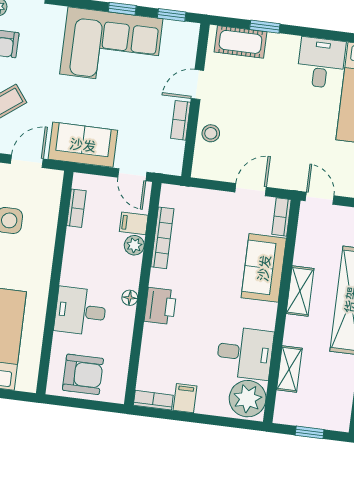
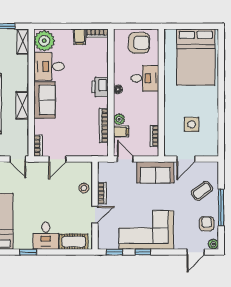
window: (265, 27) -> (28, 252), moved
desk: (321, 63) -> (46, 236), moved
sofa: (264, 268) -> (44, 100), moved
shelving: (289, 369) -> (23, 42), moved
armchair: (83, 374) -> (139, 43), turned 180

